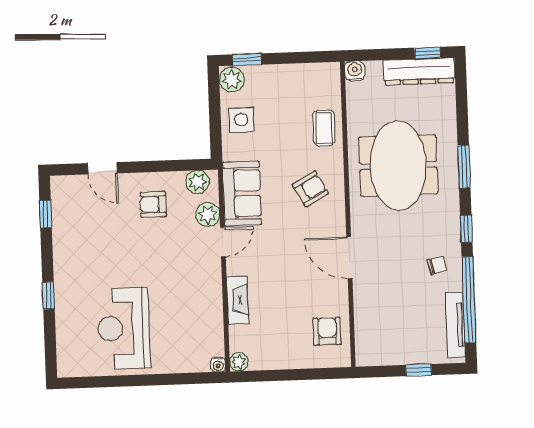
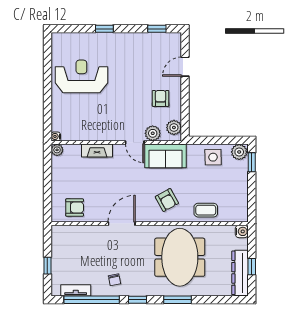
window: (428, 53) -> (252, 267), moved
meeting table: (398, 166) -> (180, 257), turned 90
tv unit: (455, 325) -> (76, 290), width x0.71

